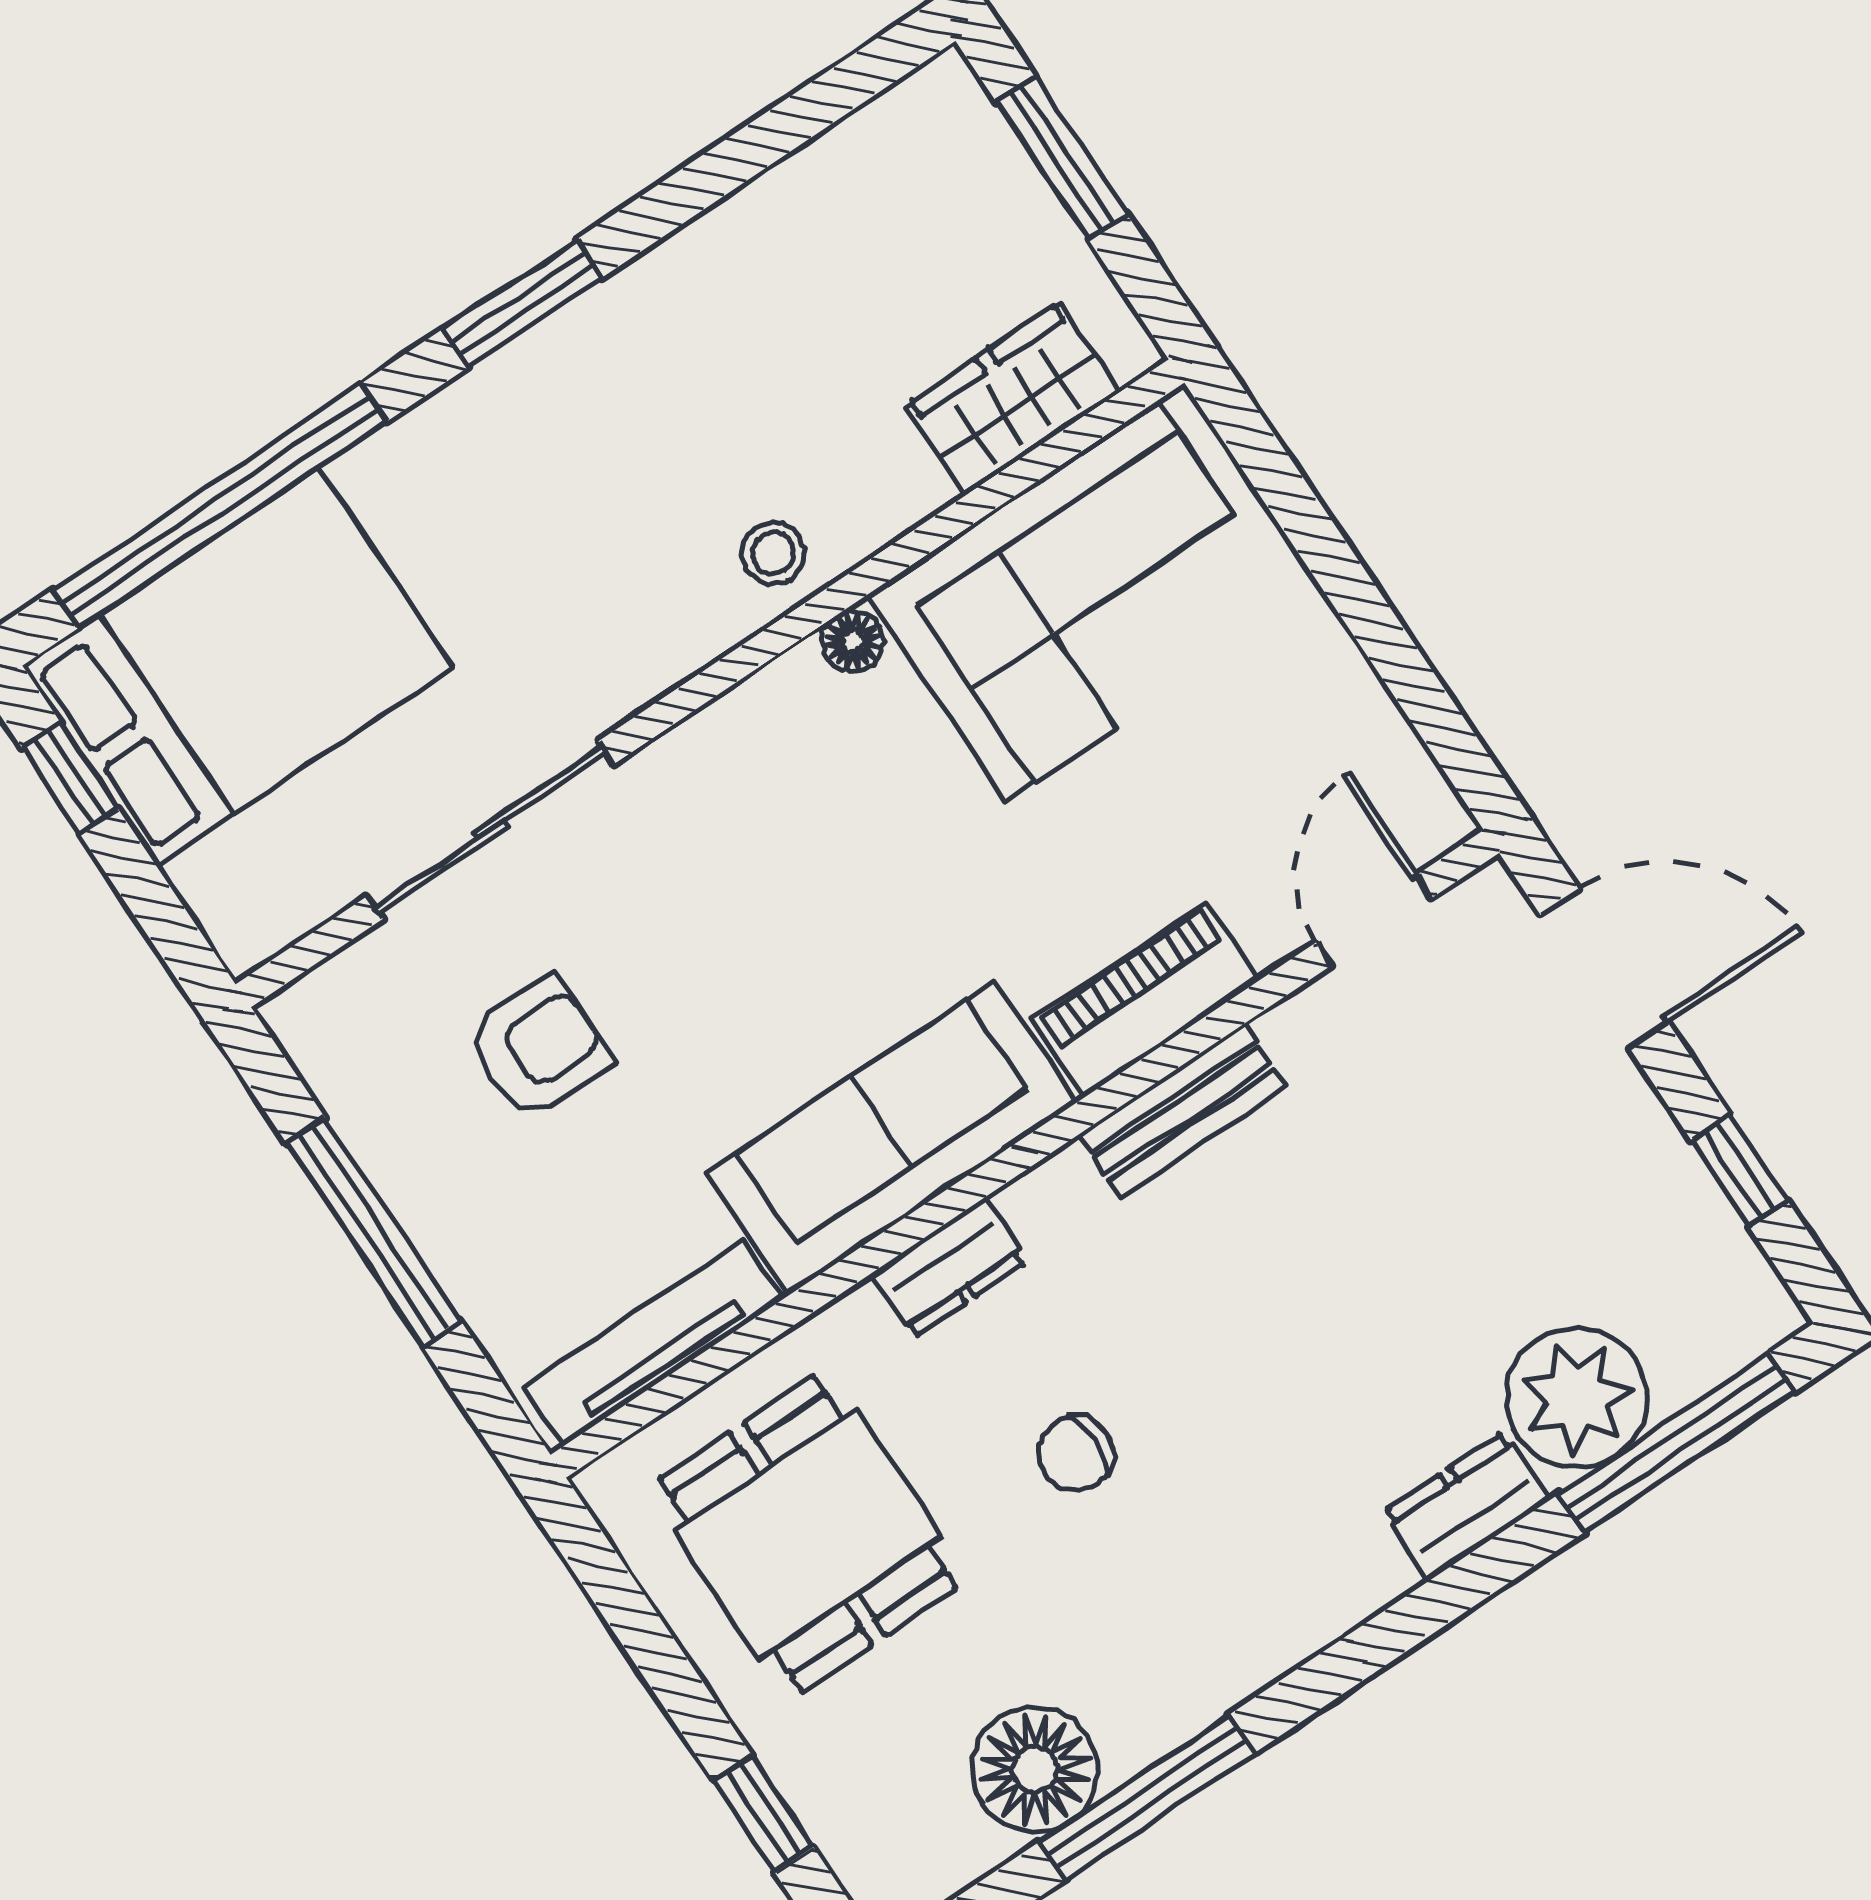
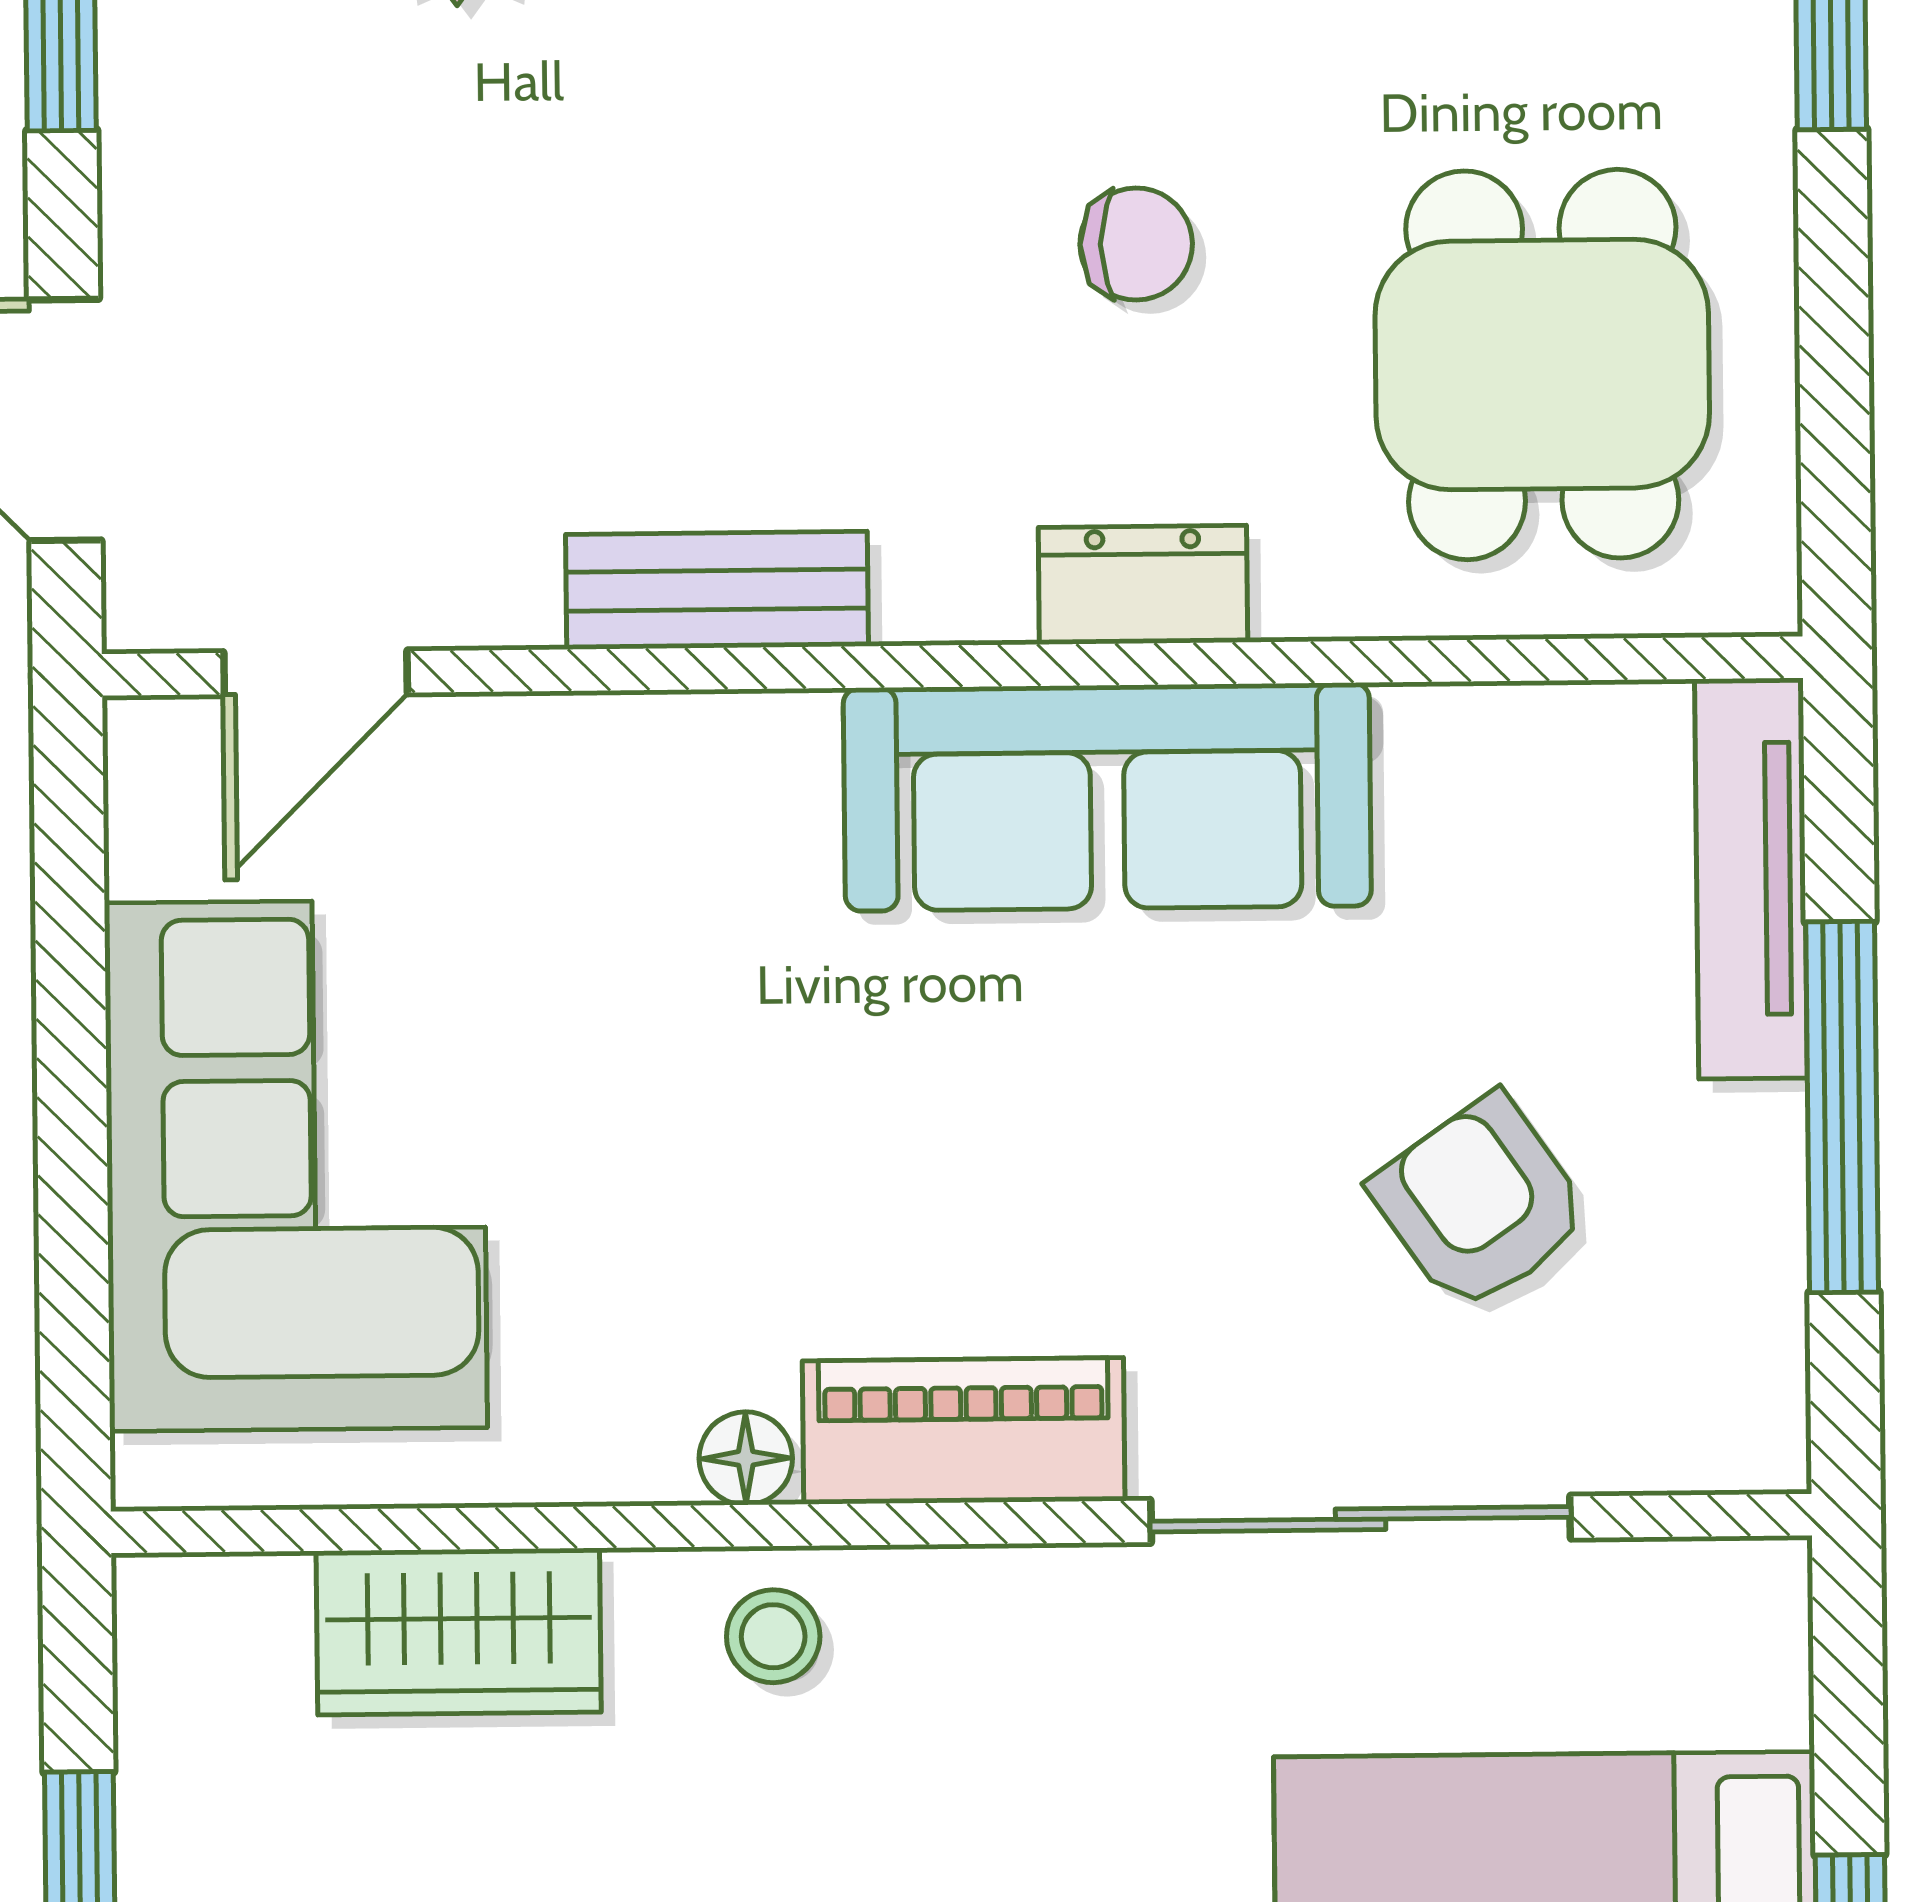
wardrobe: (1013, 399) -> (459, 1632), moved
corner sofa: (1081, 601) -> (296, 1165), moved, turned 90
piano: (1145, 1000) -> (964, 1431), moved, turned 180
armchair: (539, 1048) -> (1480, 1203), turned 55
tv unit: (653, 1343) -> (1751, 879), moved, turned 90

